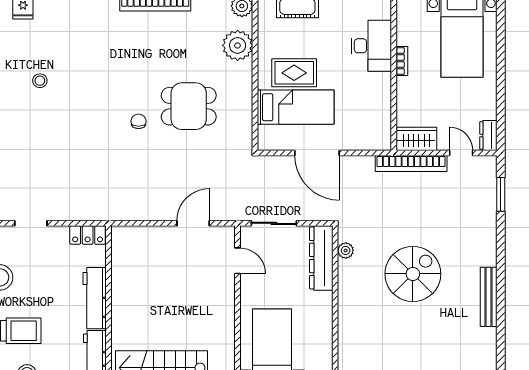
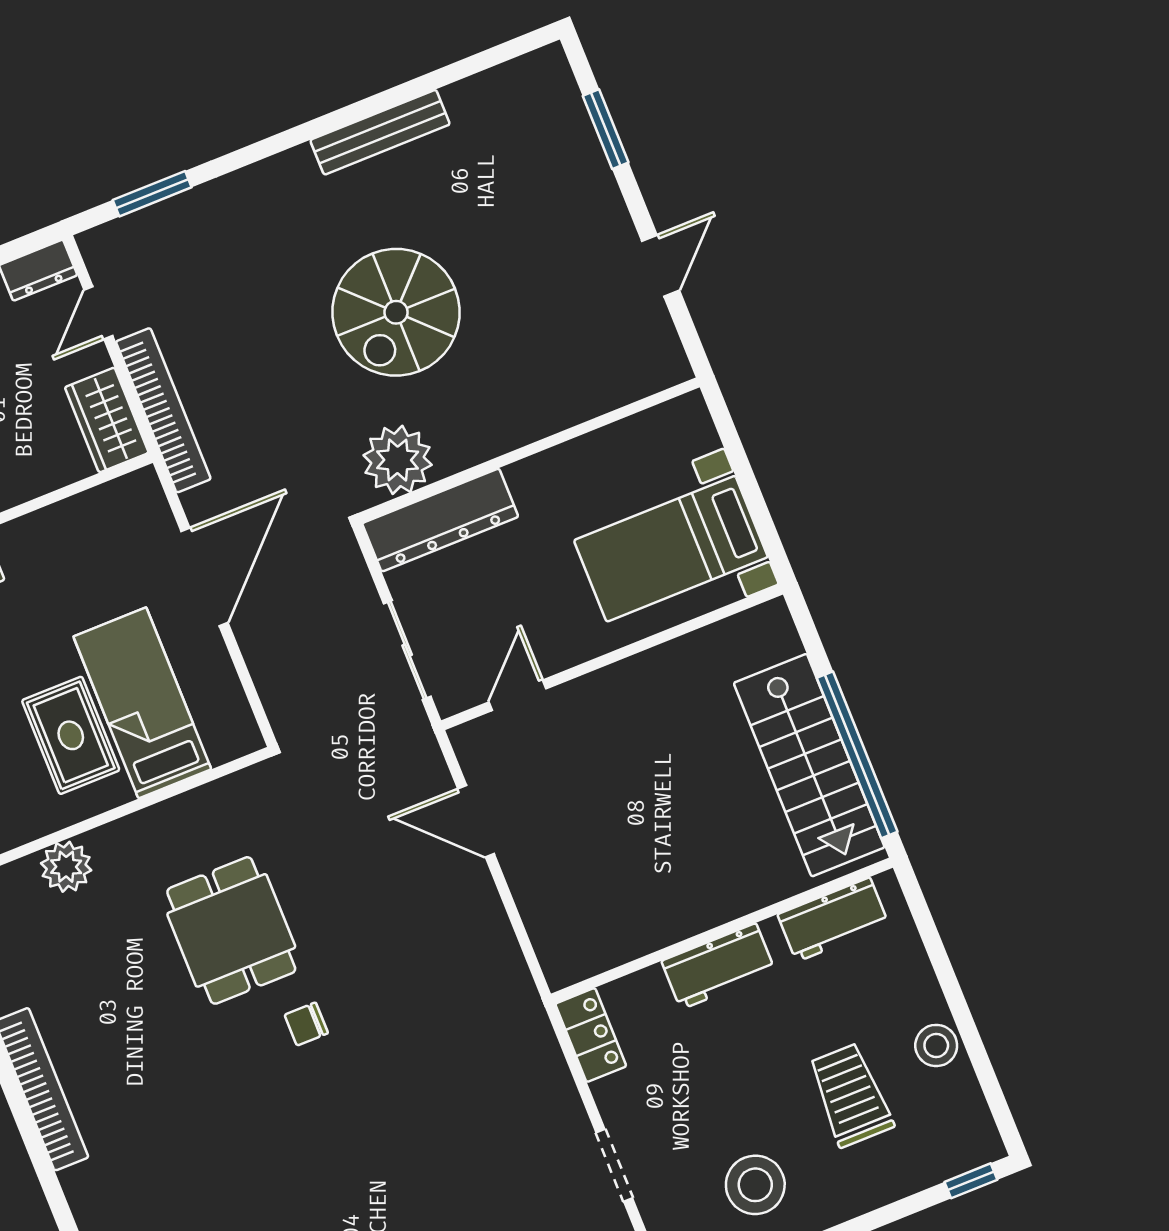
plant: (238, 45) -> (66, 867), width x0.73, depth x0.73
door: (317, 153) -> (205, 577), moved
plant: (346, 250) -> (398, 460), width x1.87, depth x1.87
spiral stairs: (413, 274) -> (396, 312), turned -90
workbench: (95, 298) -> (718, 966), width x0.73

